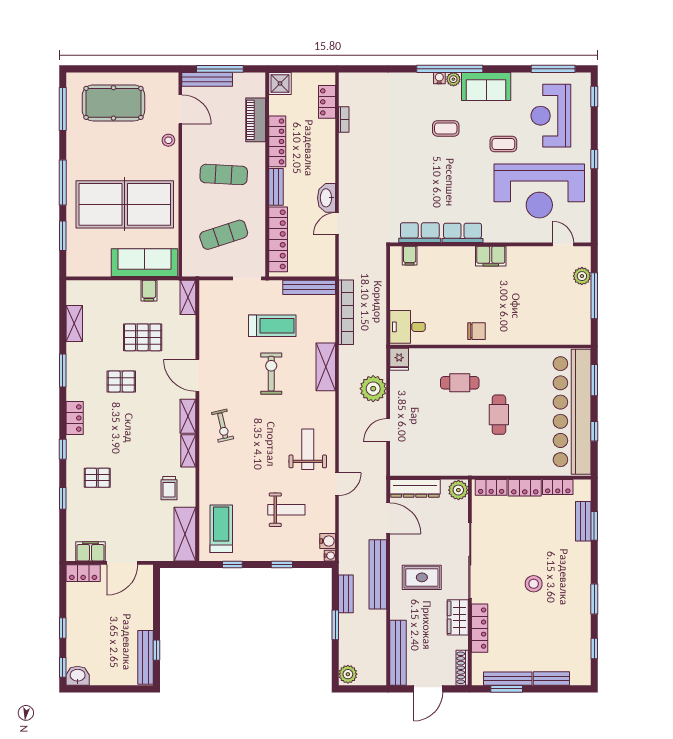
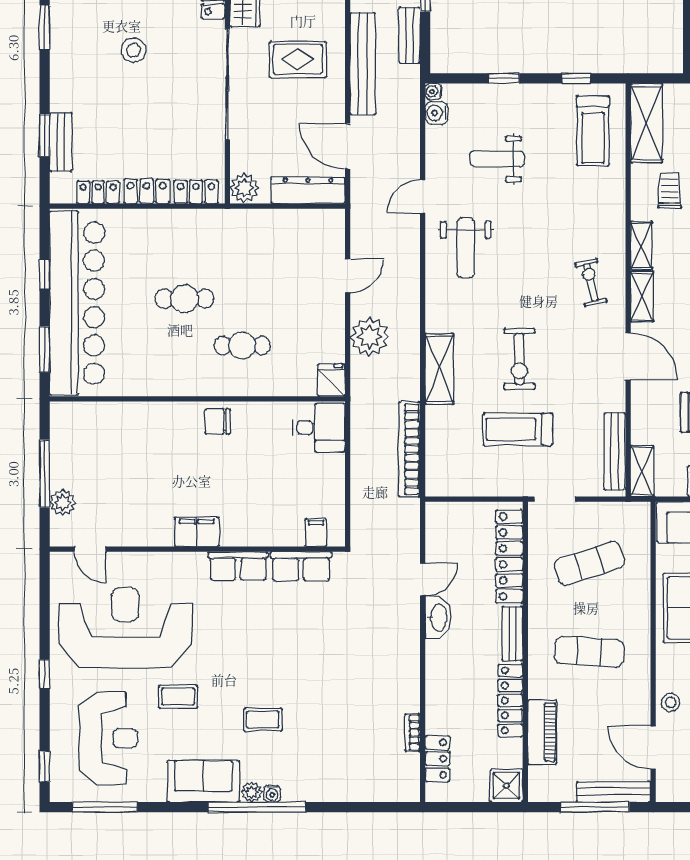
bench: (309, 287) -> (615, 451), moved, turned 90
cafe table: (499, 415) -> (185, 299), turned 90

